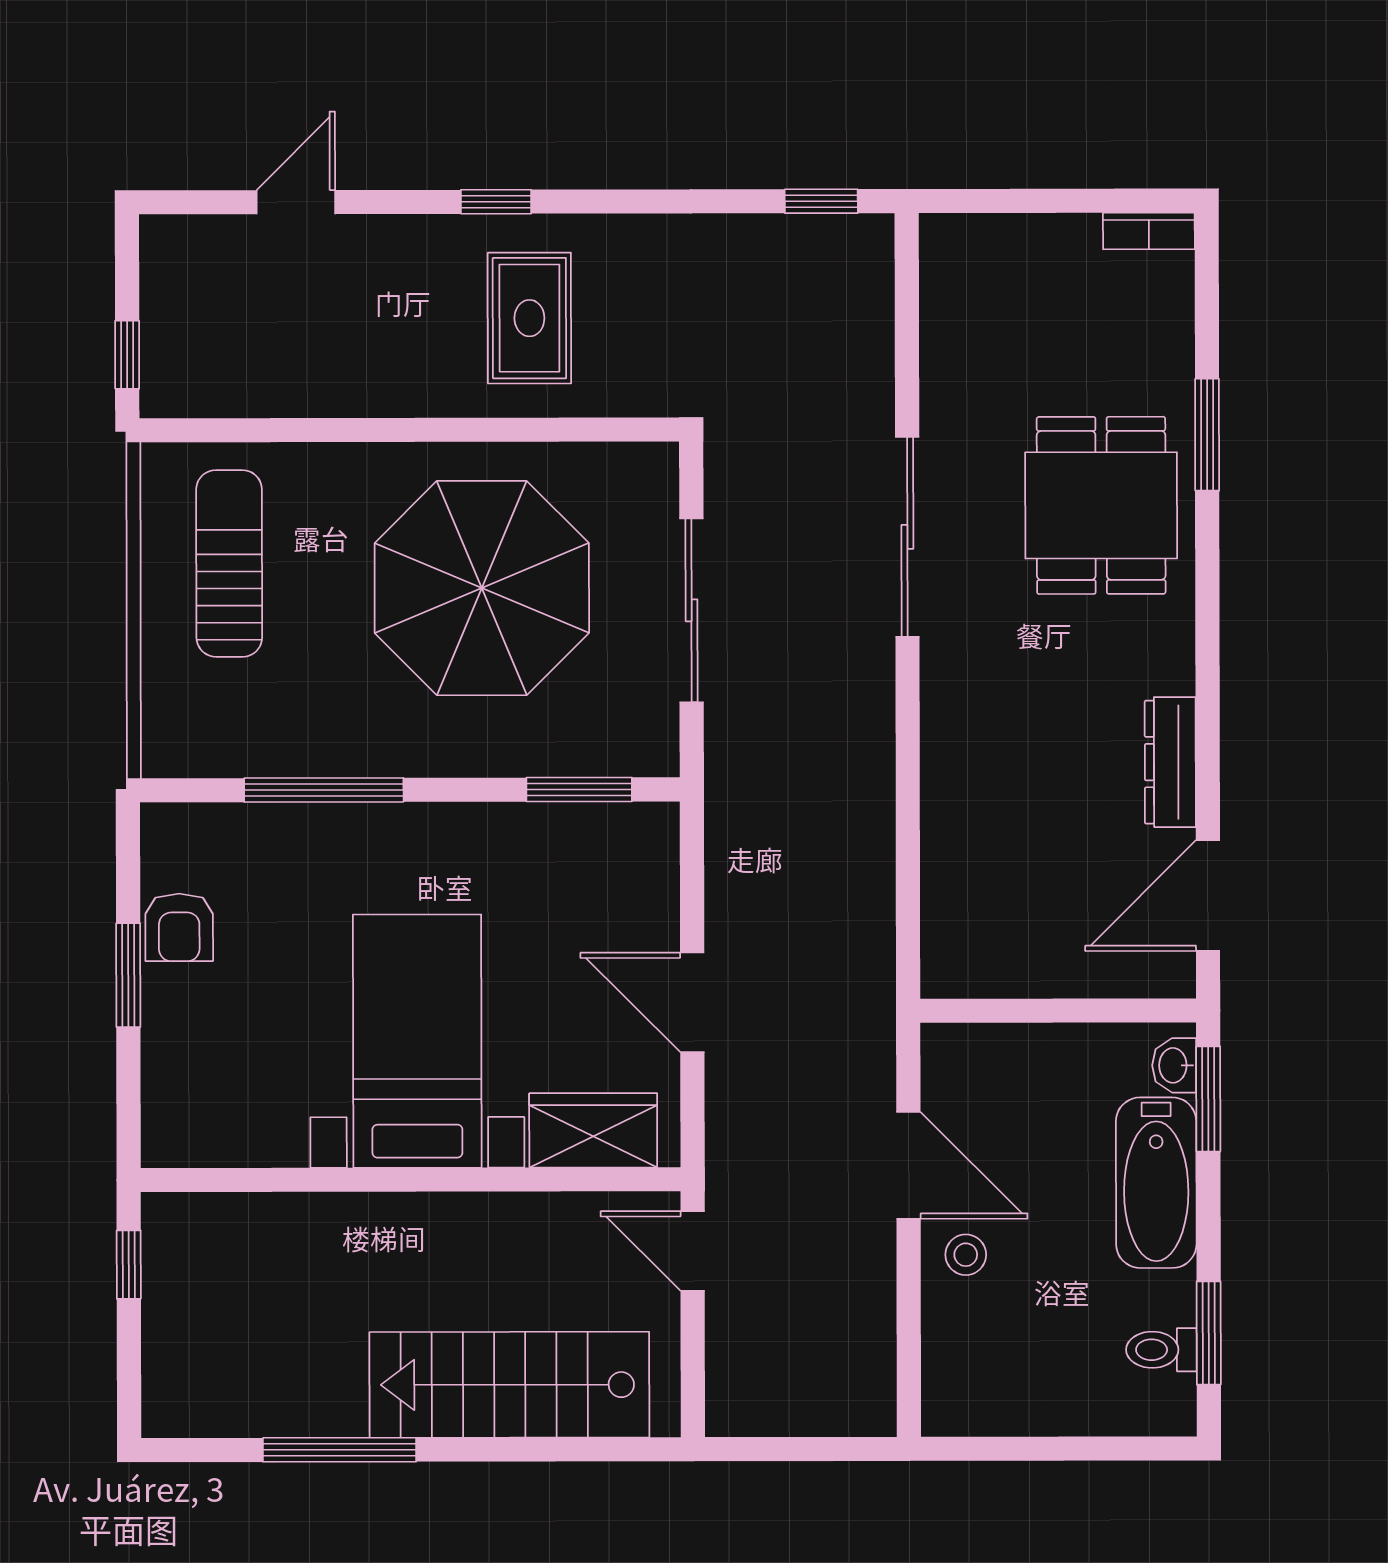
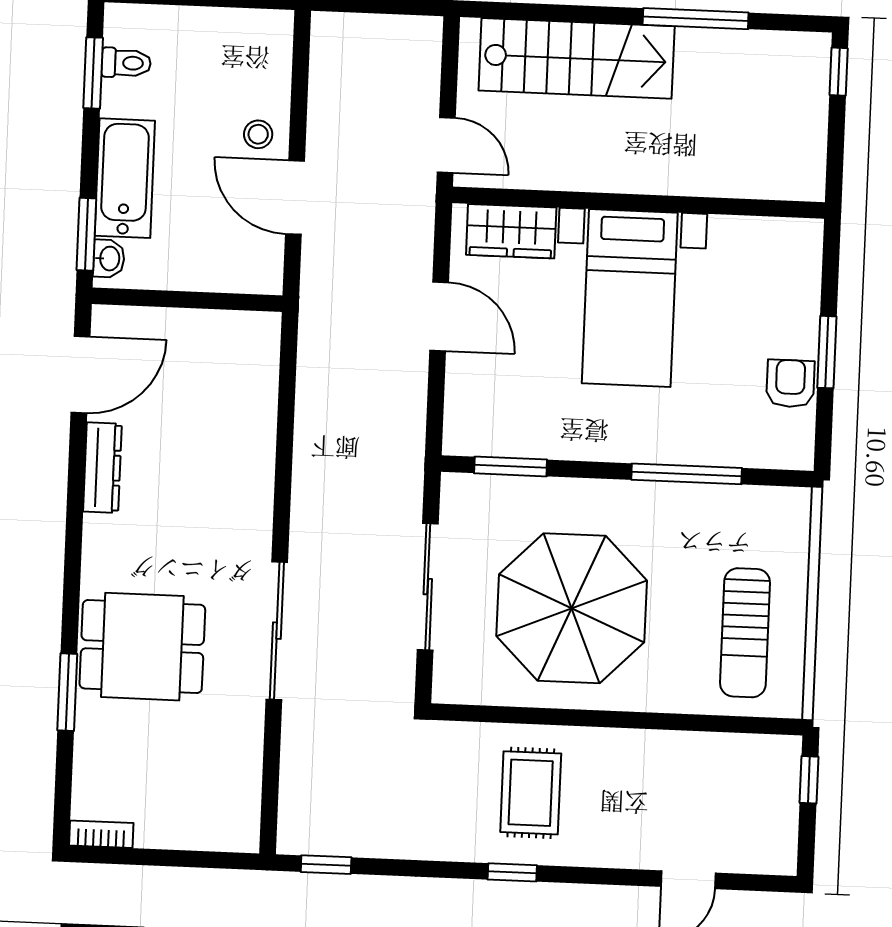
window: (496, 202) -> (512, 872), moved
dining table: (1101, 505) -> (142, 647), turned 90
window: (129, 1265) -> (839, 72), moved

